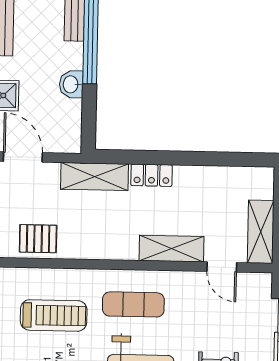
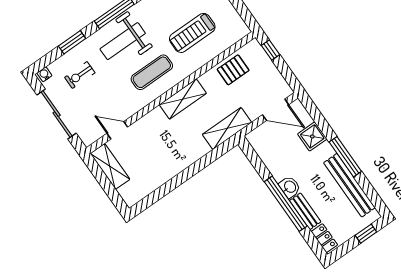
washbasin: (71, 84) -> (290, 187), moved
locker: (152, 175) -> (195, 153), removed
shelving: (171, 249) -> (183, 99), moved

